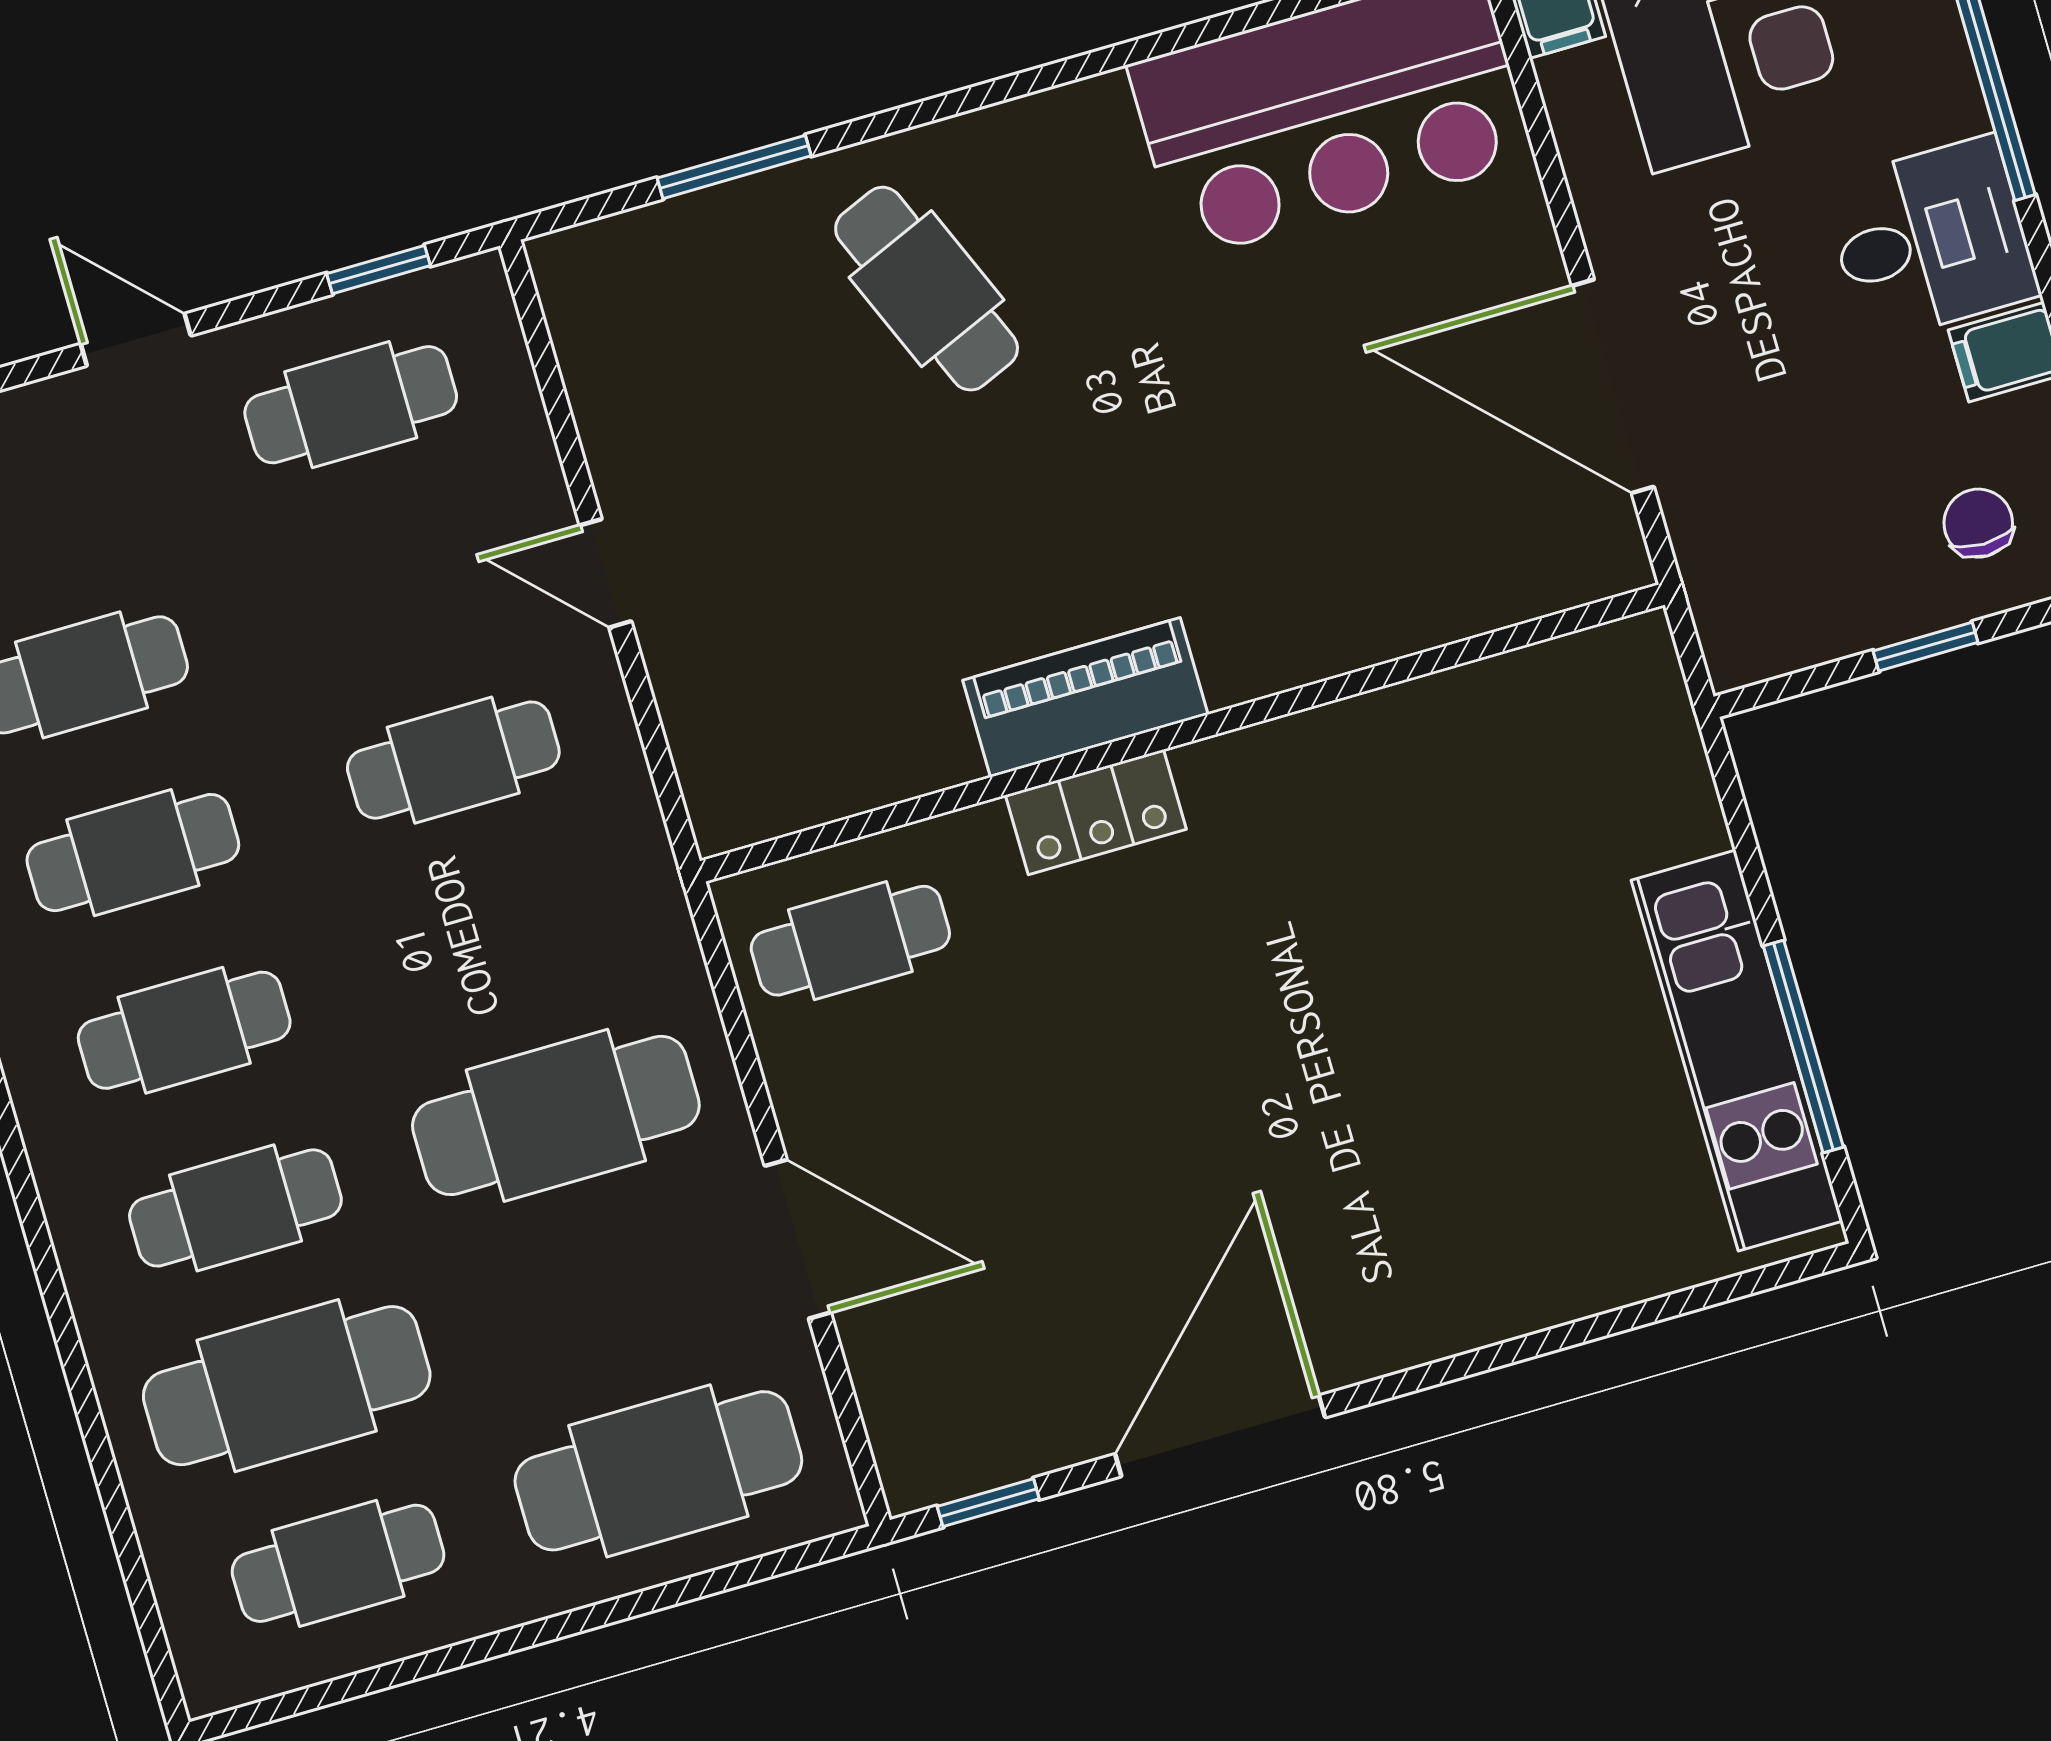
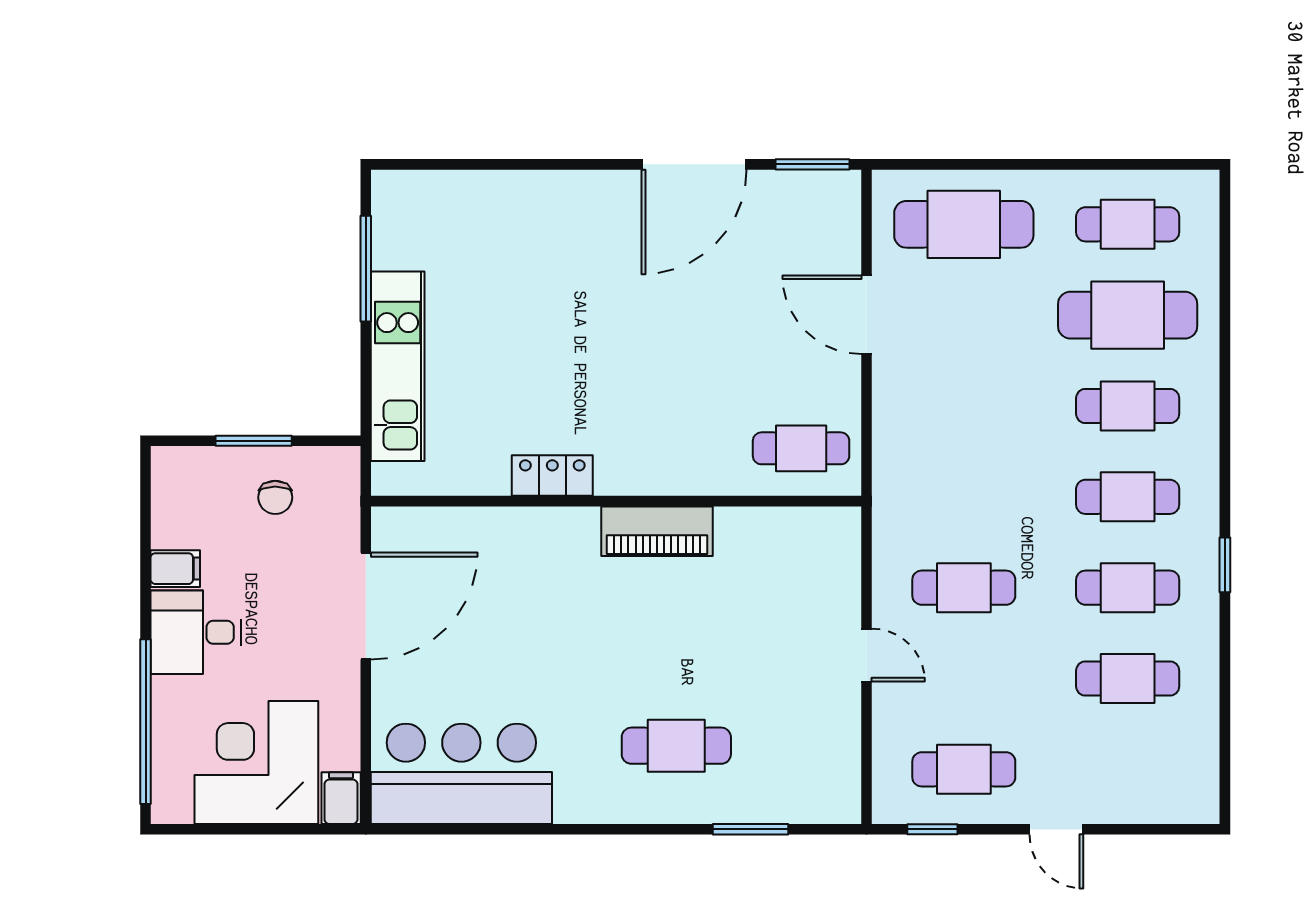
cafe table: (927, 289) -> (676, 746), turned -67
door: (1613, 386) -> (366, 606), hinge flipped
chair: (1978, 523) -> (275, 497), moved
window: (1925, 647) -> (254, 441), width x1.50
locker: (1096, 812) -> (552, 476), moved
kitchen unit: (1737, 1051) -> (398, 366), moved
cafe table: (556, 1115) -> (964, 406), removed
window: (988, 1503) -> (813, 164), width x1.50

